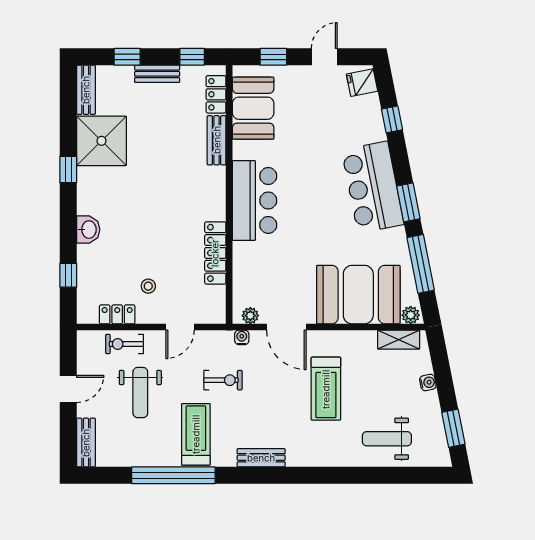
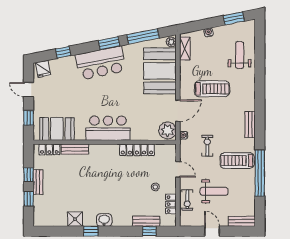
window: (192, 57) -> (29, 175), moved
bench: (86, 90) -> (146, 221), moved
shower: (101, 141) -> (75, 219), width x0.54, depth x0.54
washbasin: (88, 230) -> (104, 220), moved
plant: (250, 316) -> (168, 131), width x1.87, depth x1.87
weight bench: (387, 439) -> (240, 55), turned 180

